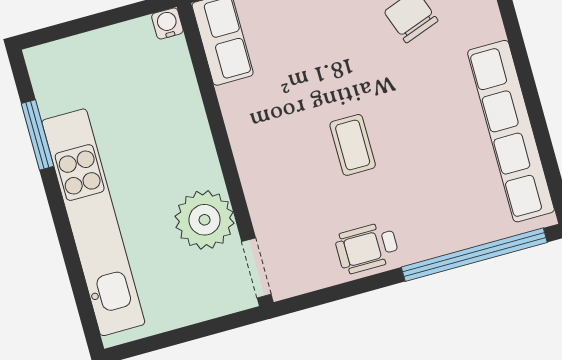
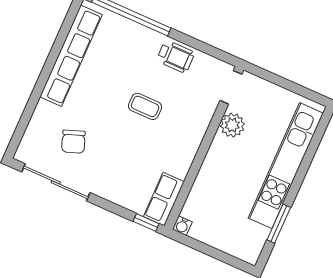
coffee table: (353, 145) -> (145, 106), turned 90
plant: (205, 220) -> (232, 125), width x0.73, depth x0.73

